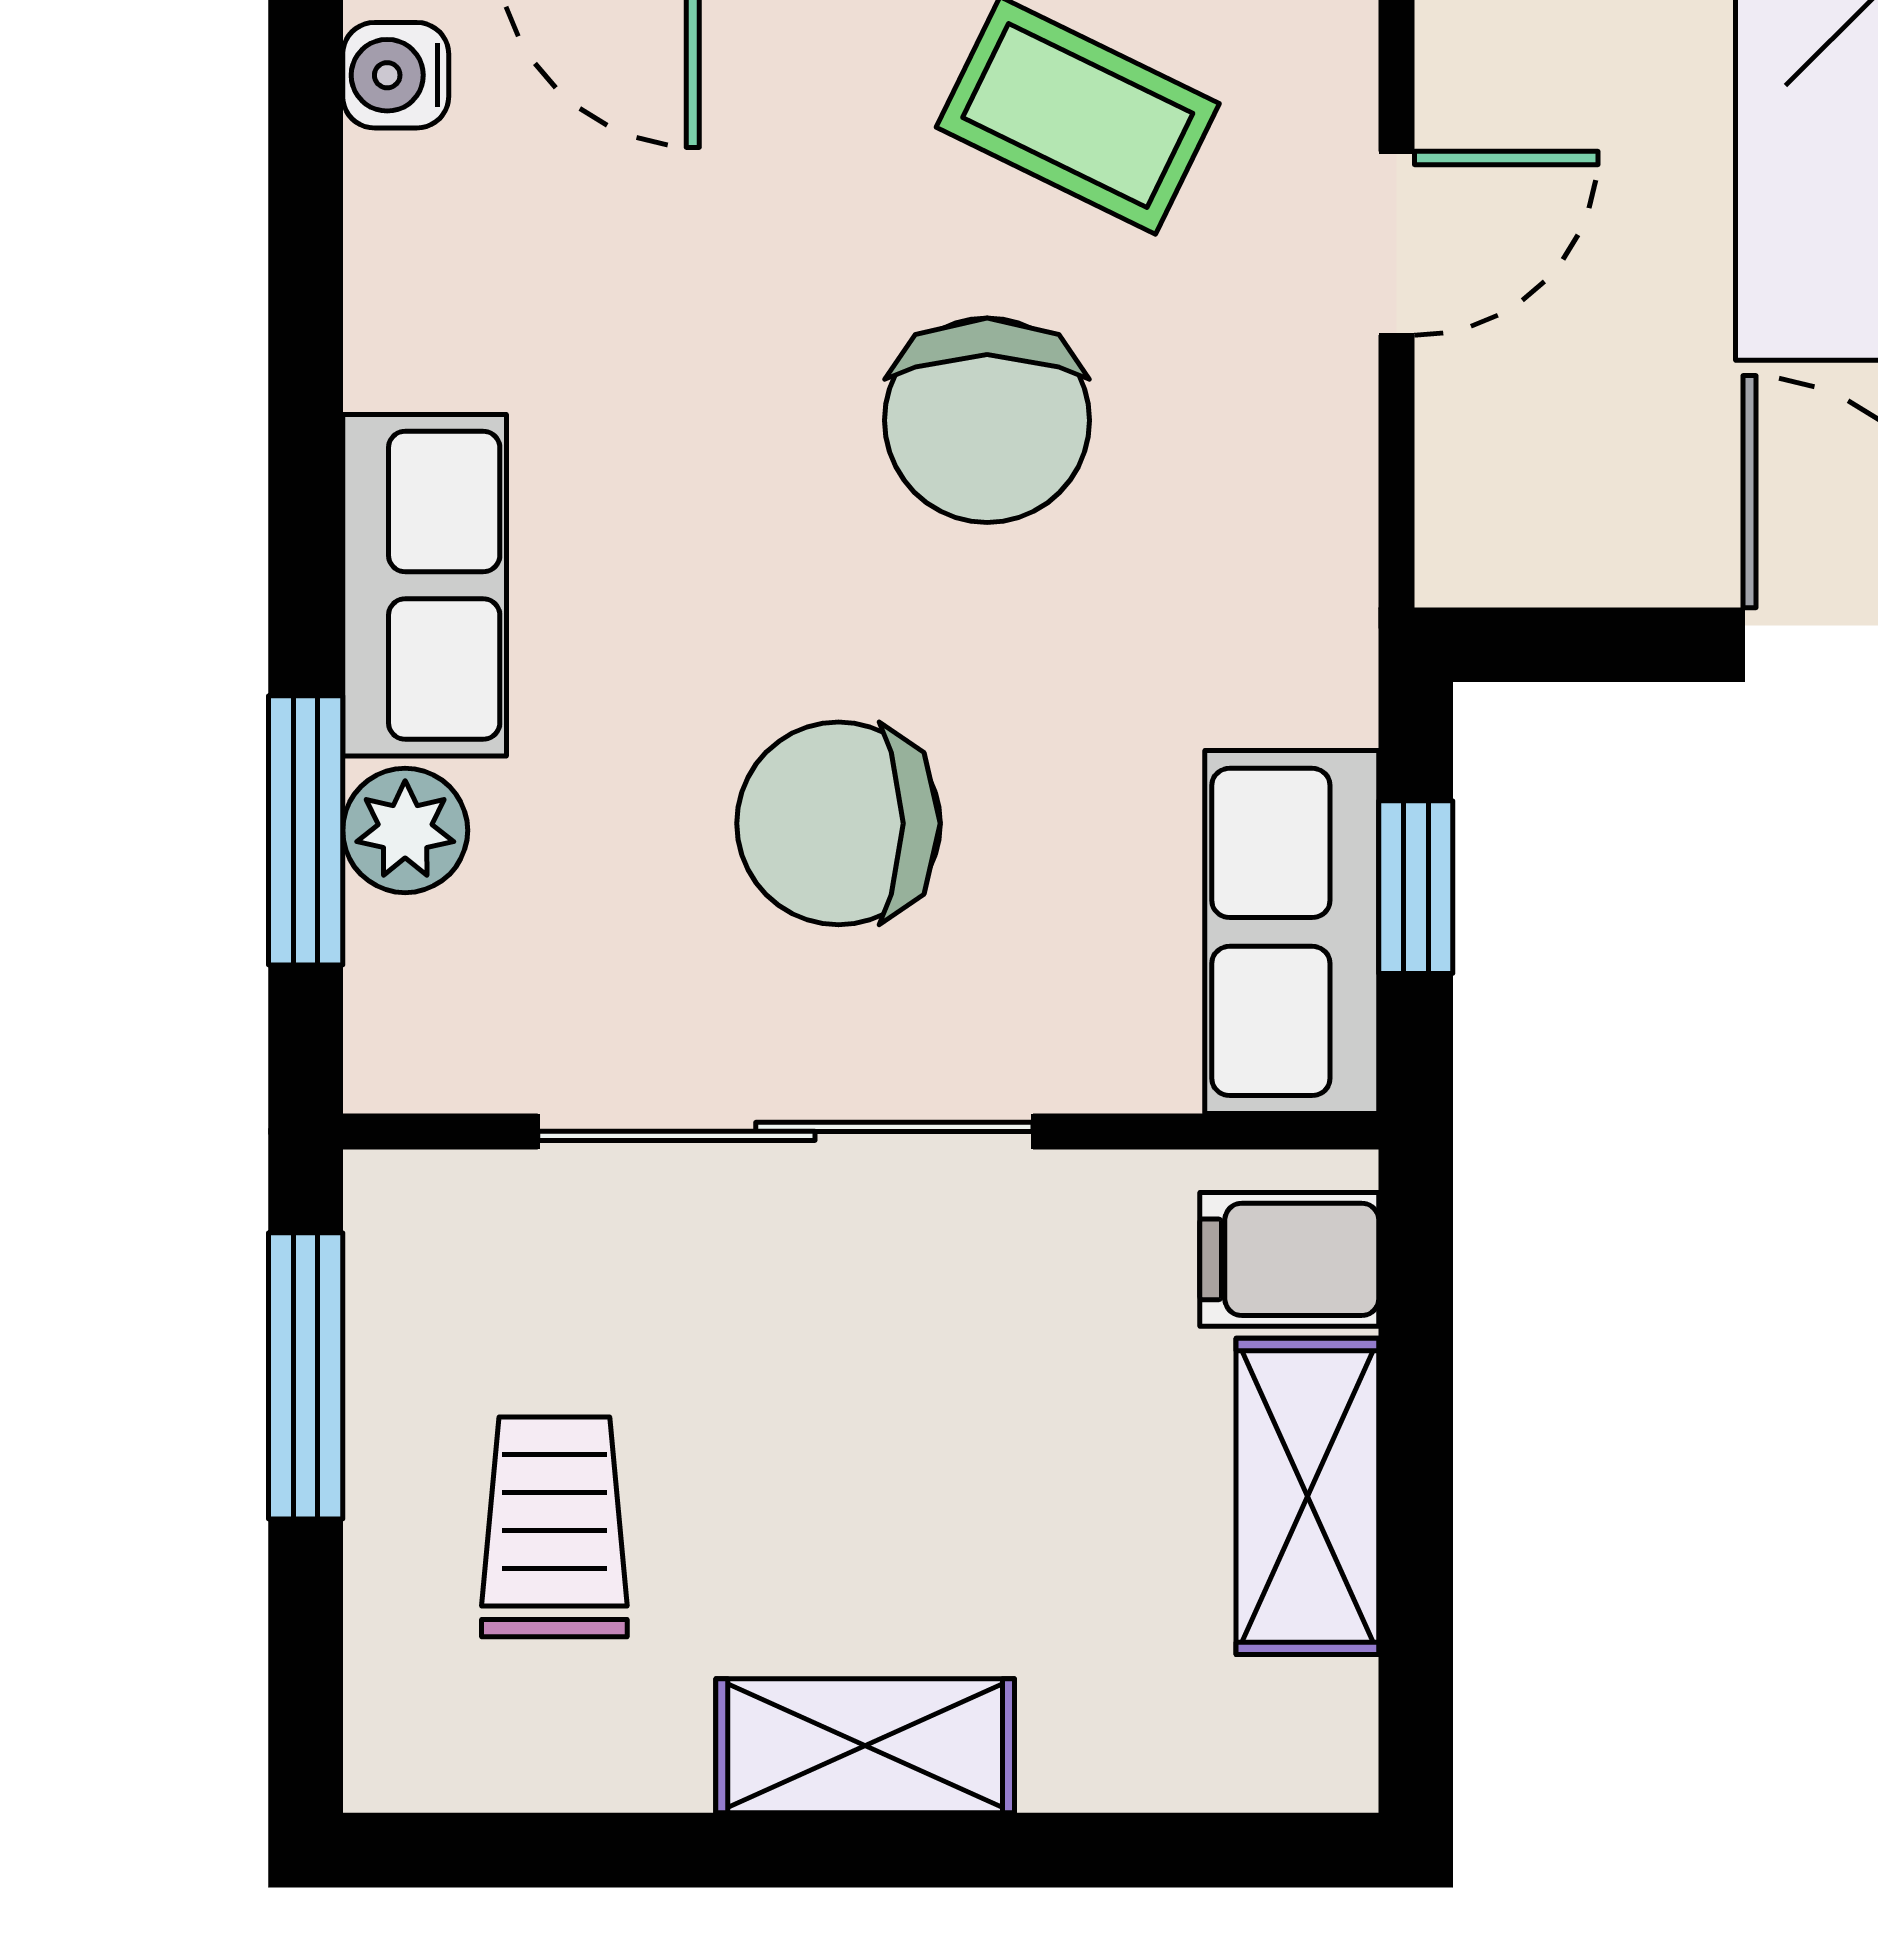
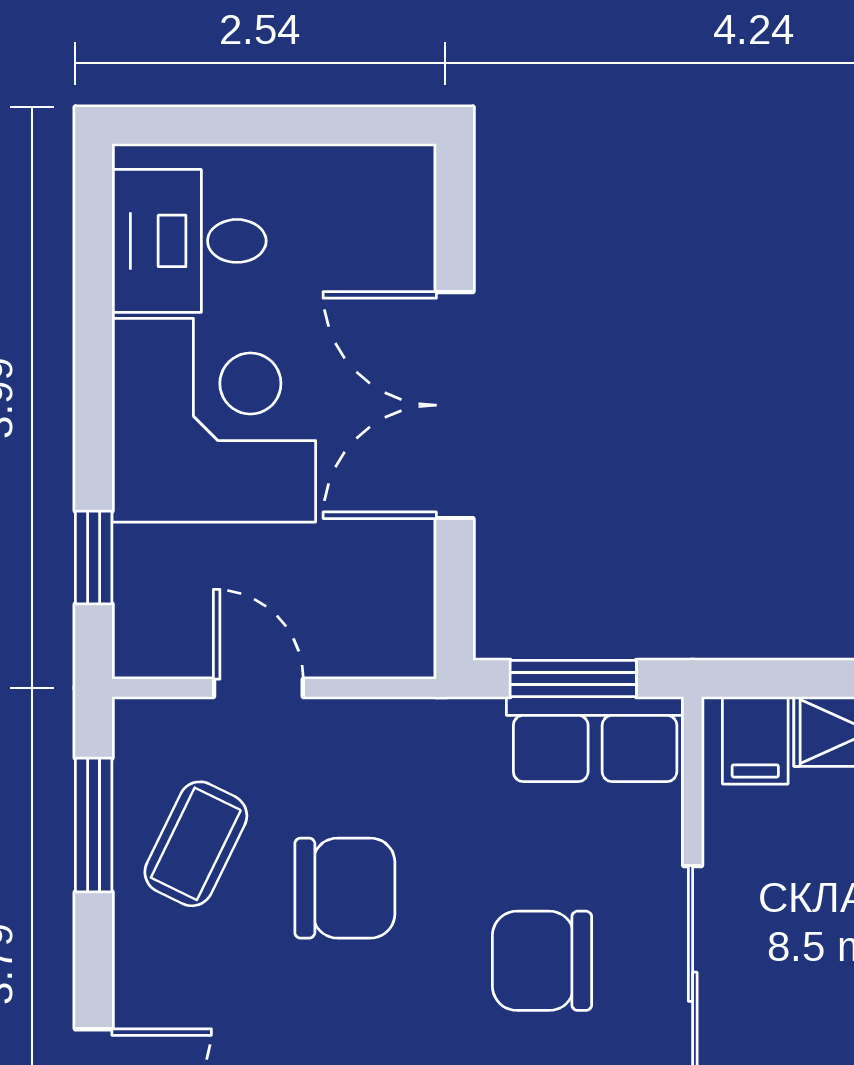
chair: (839, 823) -> (542, 961), turned 90
window: (1416, 887) -> (573, 678), width x1.50

